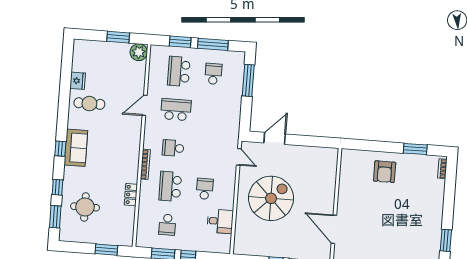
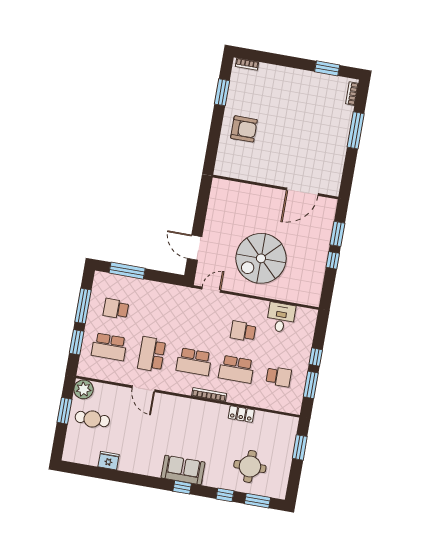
cafe table: (89, 104) -> (92, 419), moved, turned 90
school desk: (173, 148) -> (194, 362), width x1.85
spiral stairs: (271, 198) -> (261, 258), turned -90

